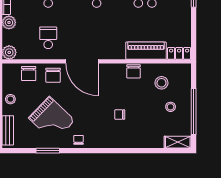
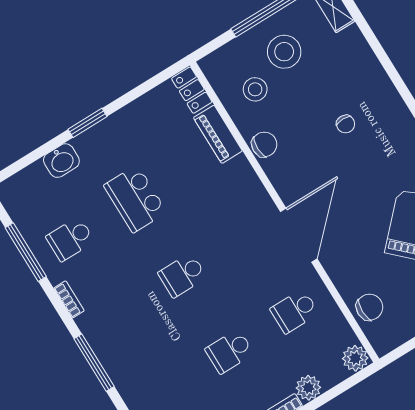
piano: (146, 51) -> (218, 134), width x0.73, depth x0.75
chair: (53, 75) -> (348, 267), removed
stool: (171, 107) -> (284, 52), width x1.89, depth x1.89

